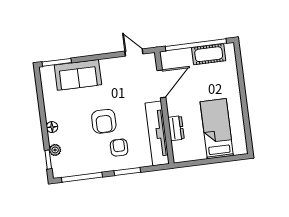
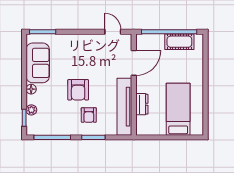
sofa: (78, 75) -> (38, 63), moved, turned -90
armchair: (119, 148) -> (89, 115), turned 180

